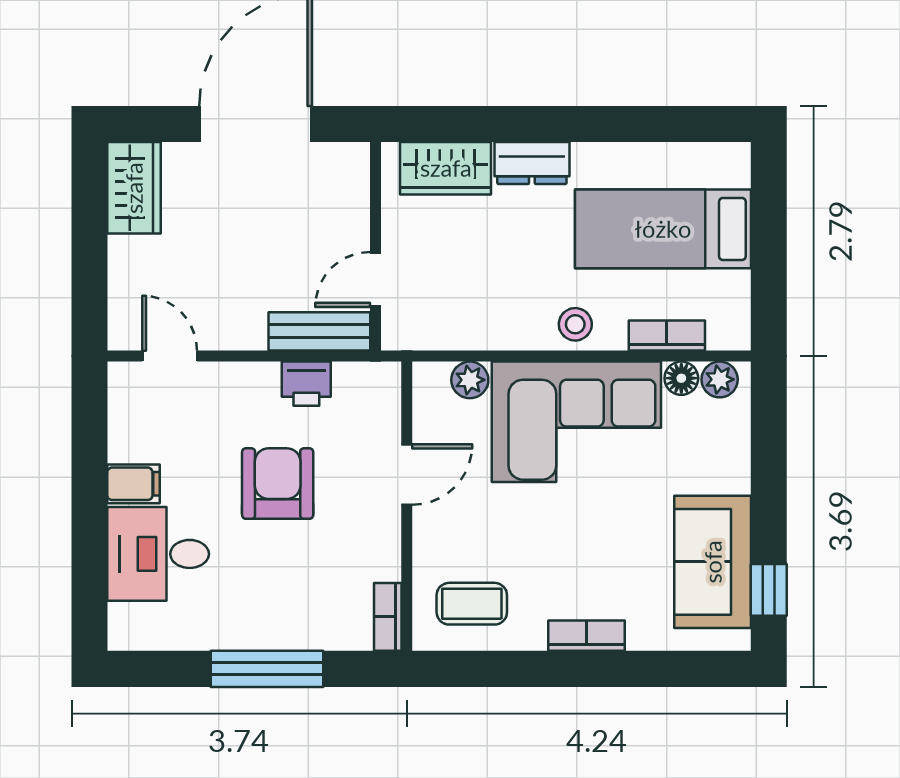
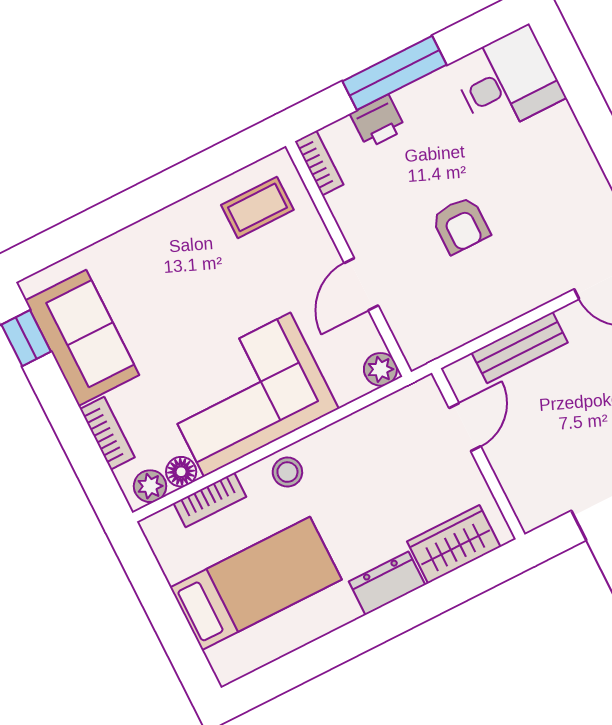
bench: (319, 331) -> (520, 348), moved
plant: (470, 380) -> (380, 369), moved
printer: (306, 384) -> (378, 121), moved, turned 180
filing cabinet: (134, 484) -> (576, 167), removed
armchair: (278, 484) -> (461, 225), width x0.72, depth x0.72
desk: (158, 554) -> (507, 81), moved
bookcase: (586, 636) -> (107, 433), moved, turned -90

